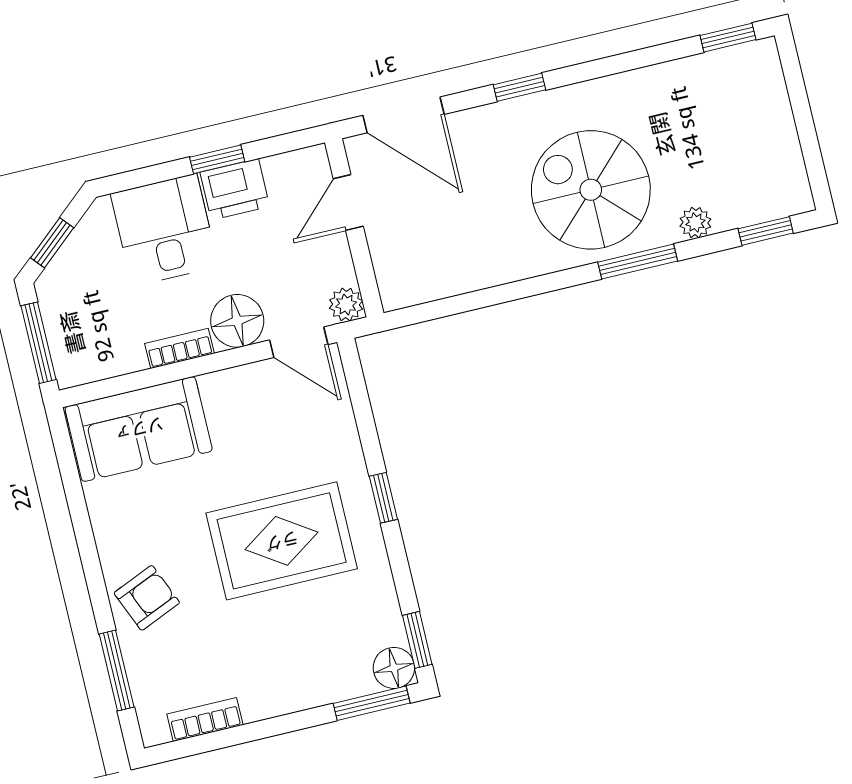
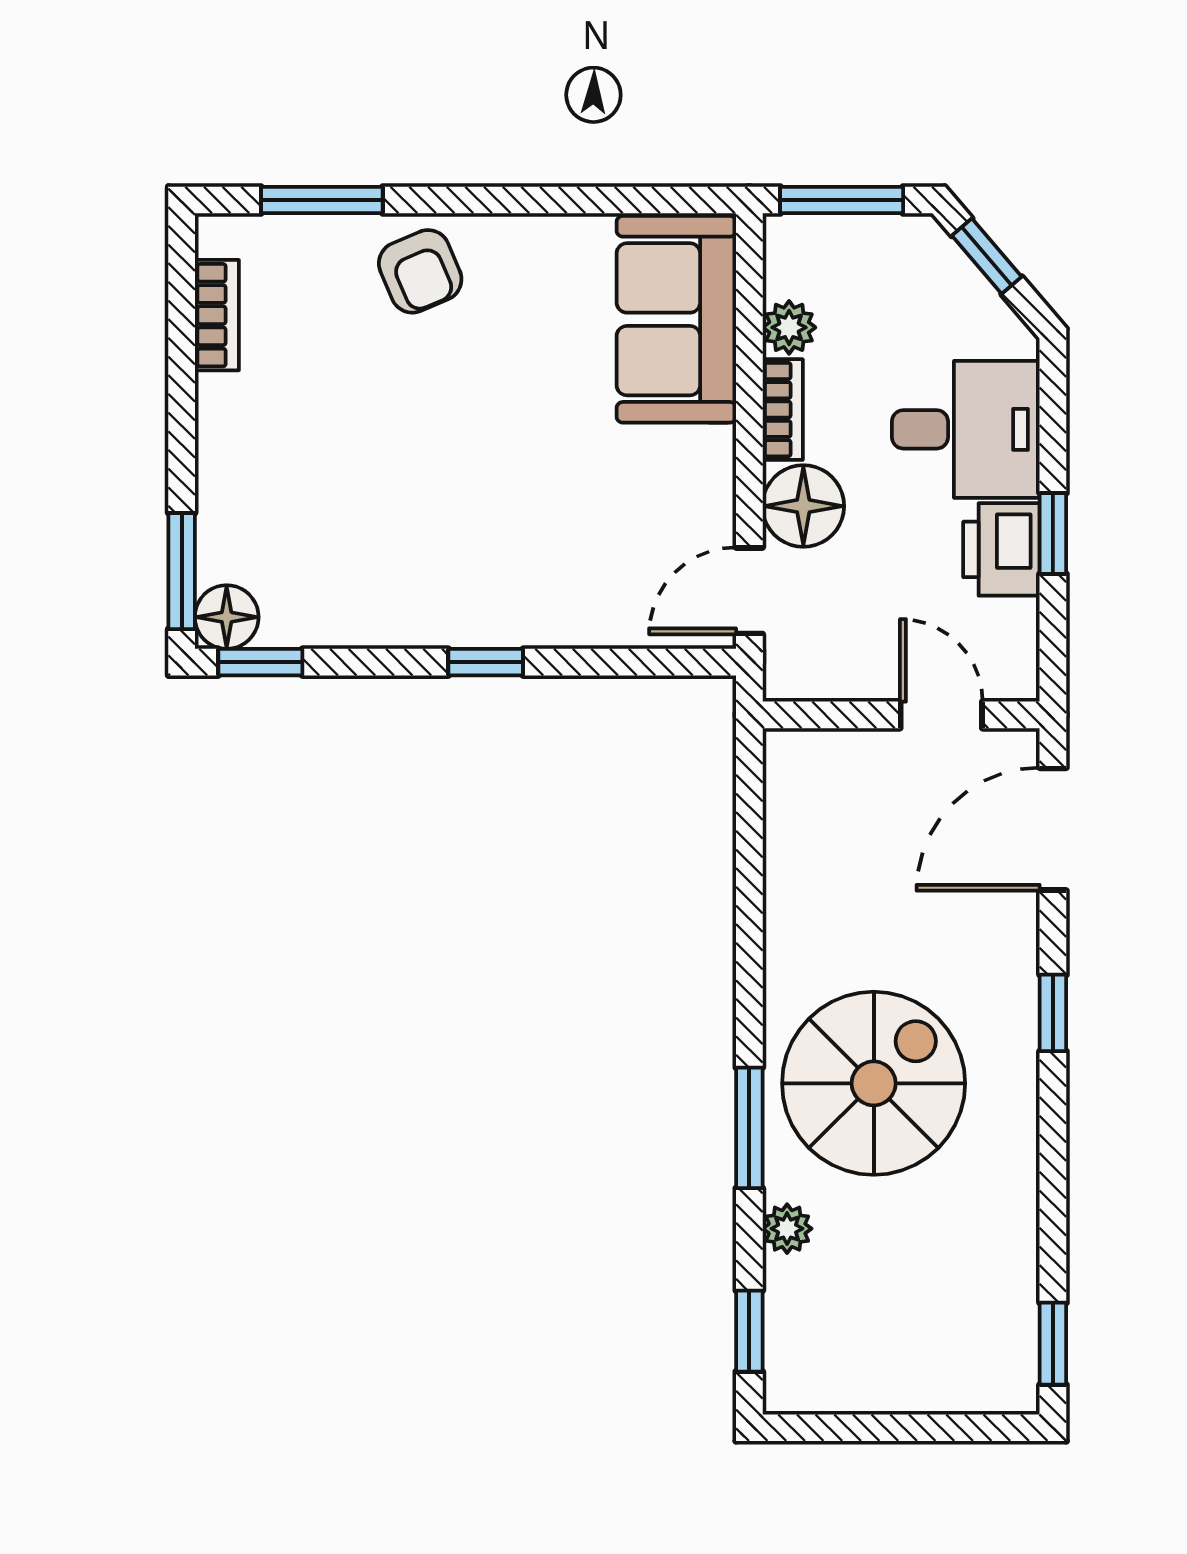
plant: (346, 304) -> (789, 327), moved
rug: (282, 541) -> (457, 494), removed

